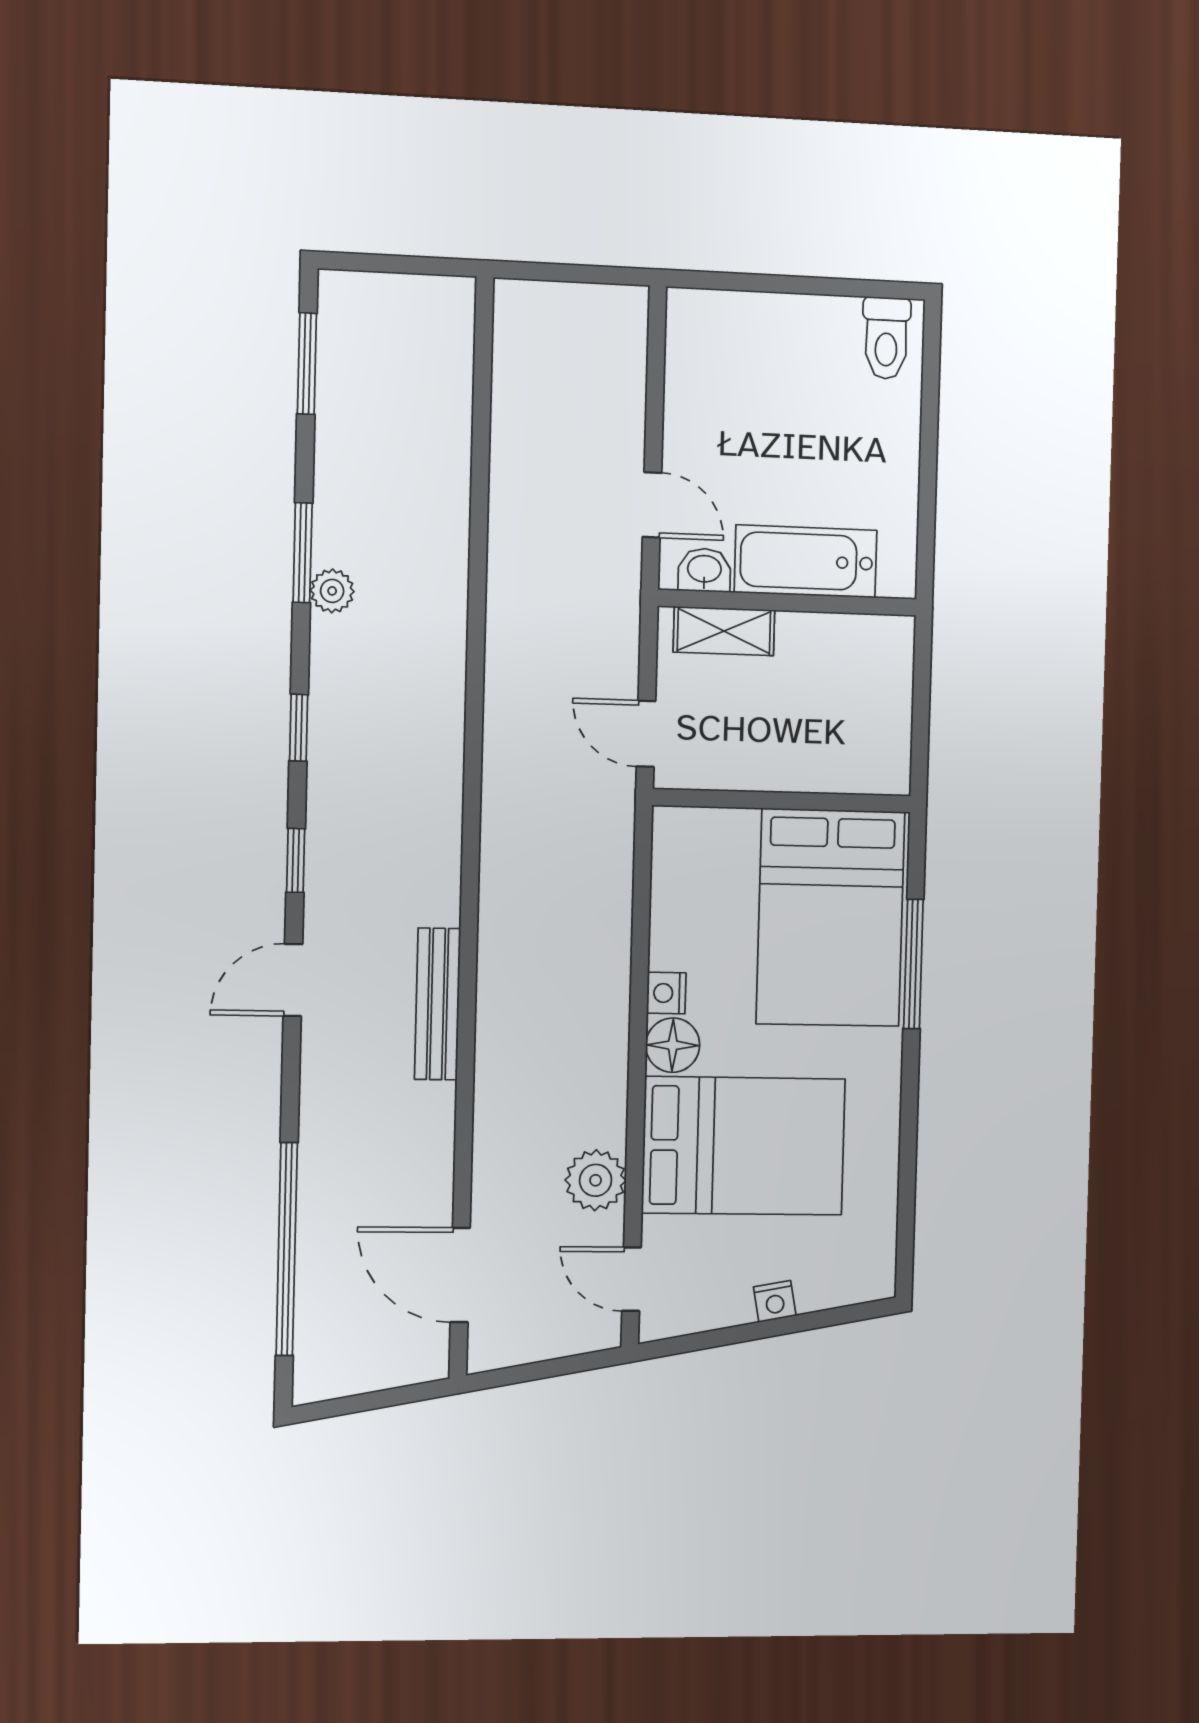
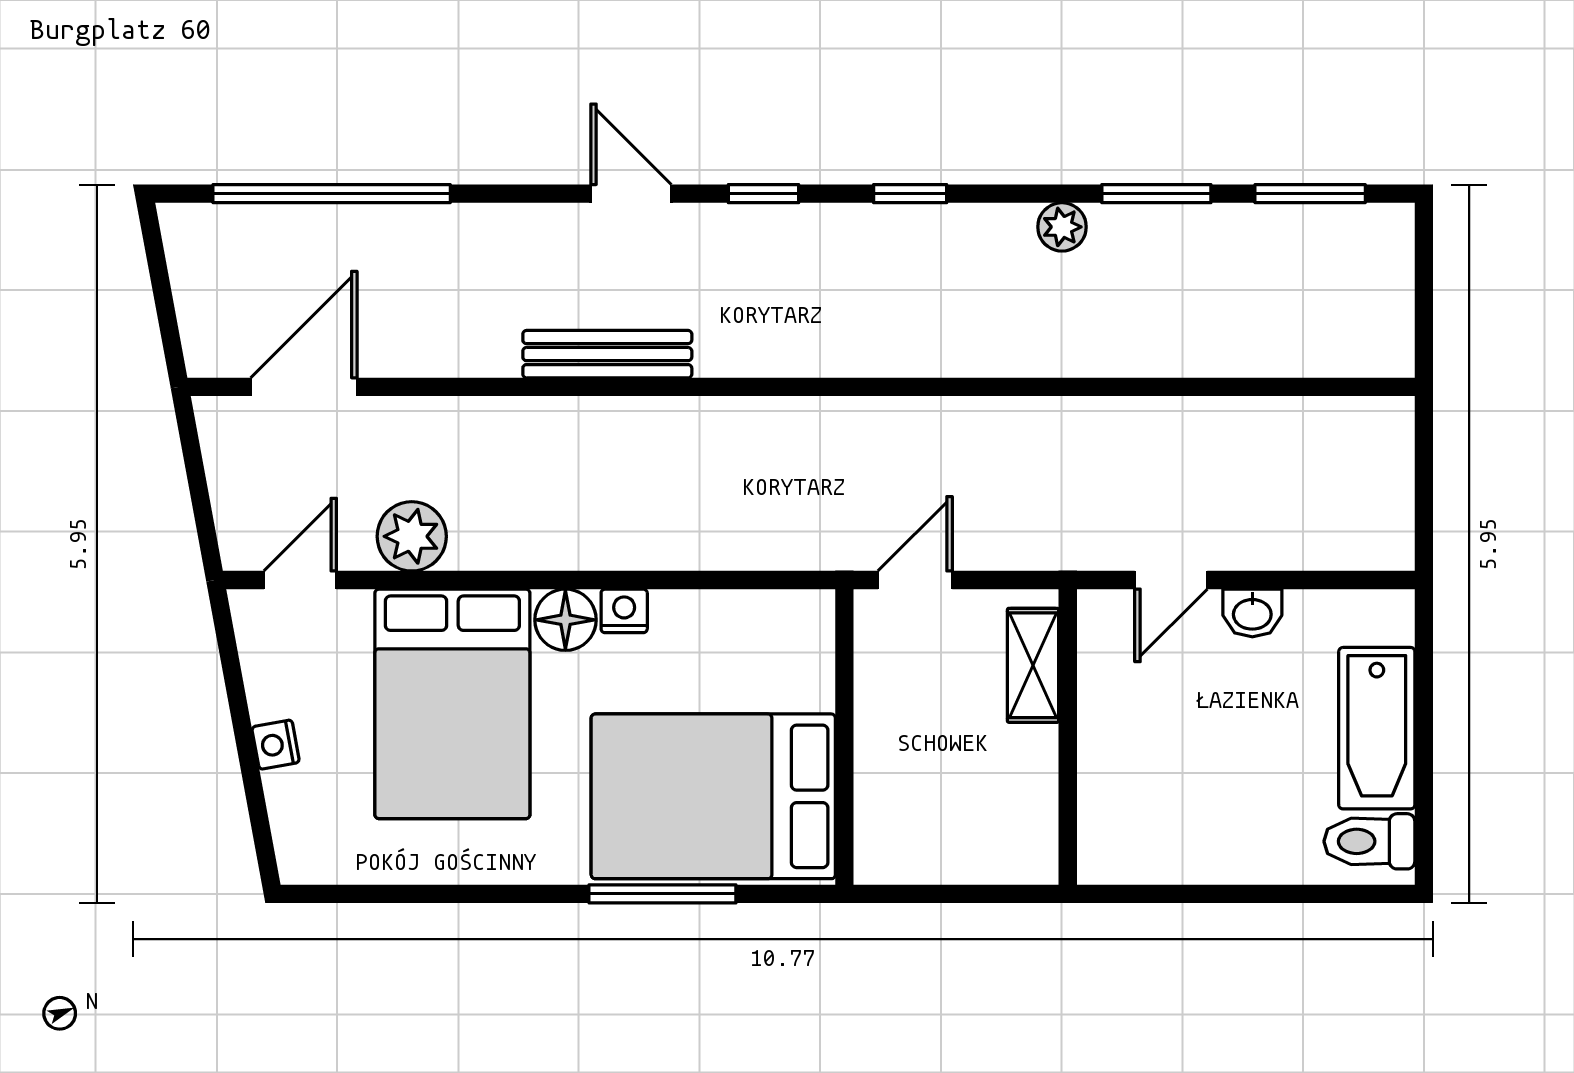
window: (303, 553) -> (1156, 194), moved
bathtub: (806, 561) -> (1377, 728), moved, turned 180
washbasin: (704, 570) -> (1252, 613), moved, turned 90

